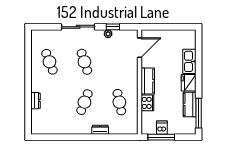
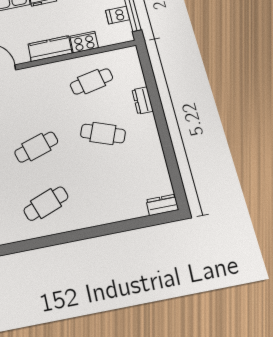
dresser: (36, 101) -> (162, 205), moved

